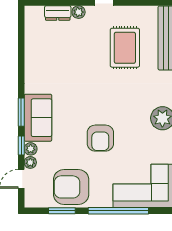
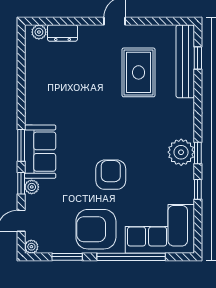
plant: (79, 12) -> (39, 32), moved
armchair: (100, 138) -> (111, 175), turned 180
plant: (30, 162) -> (31, 247), moved
armchair: (71, 187) -> (96, 229), moved

